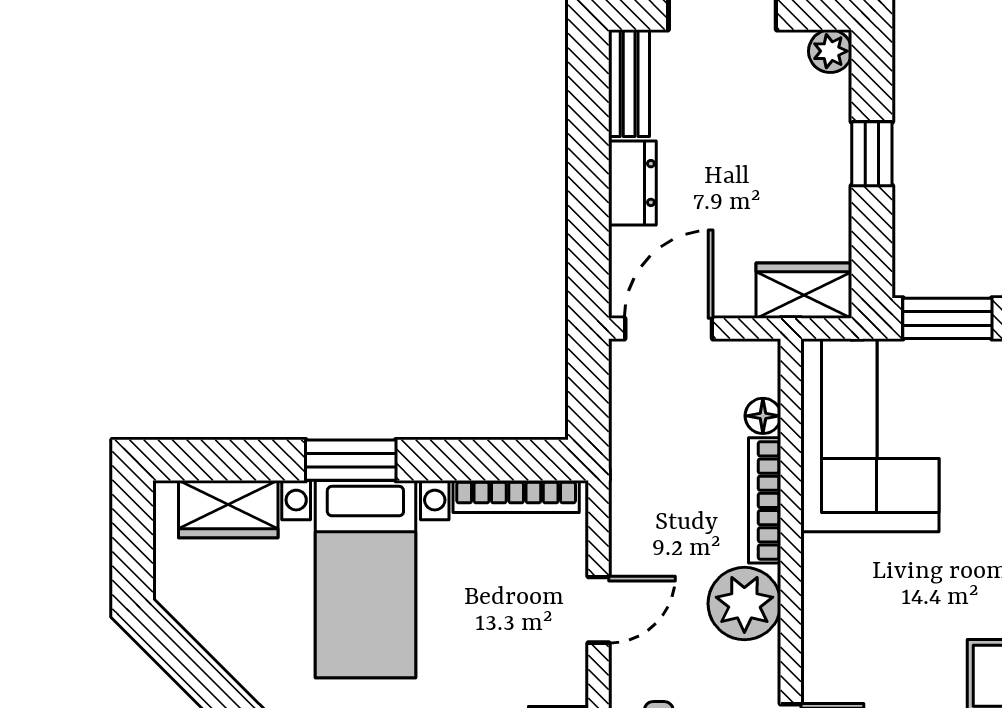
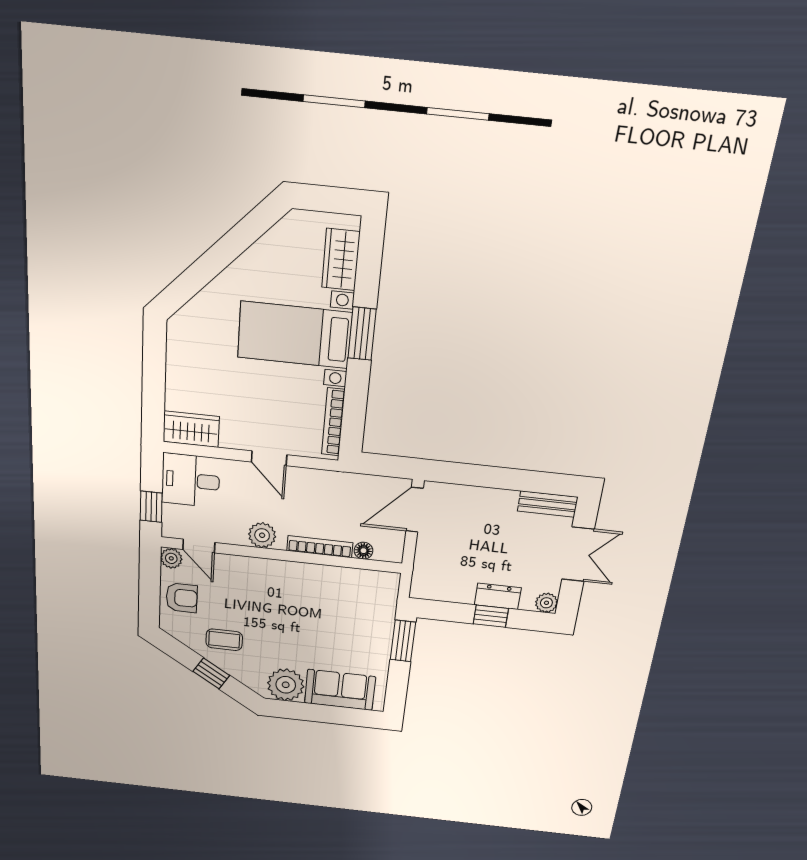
dresser: (632, 183) -> (498, 596), moved, turned 180
wardrobe: (804, 291) -> (426, 577), removed
door: (669, 328) -> (415, 510), swing flipped
corner sofa: (870, 435) -> (348, 600), removed
plant: (744, 604) -> (262, 535), width x0.73, depth x0.73

